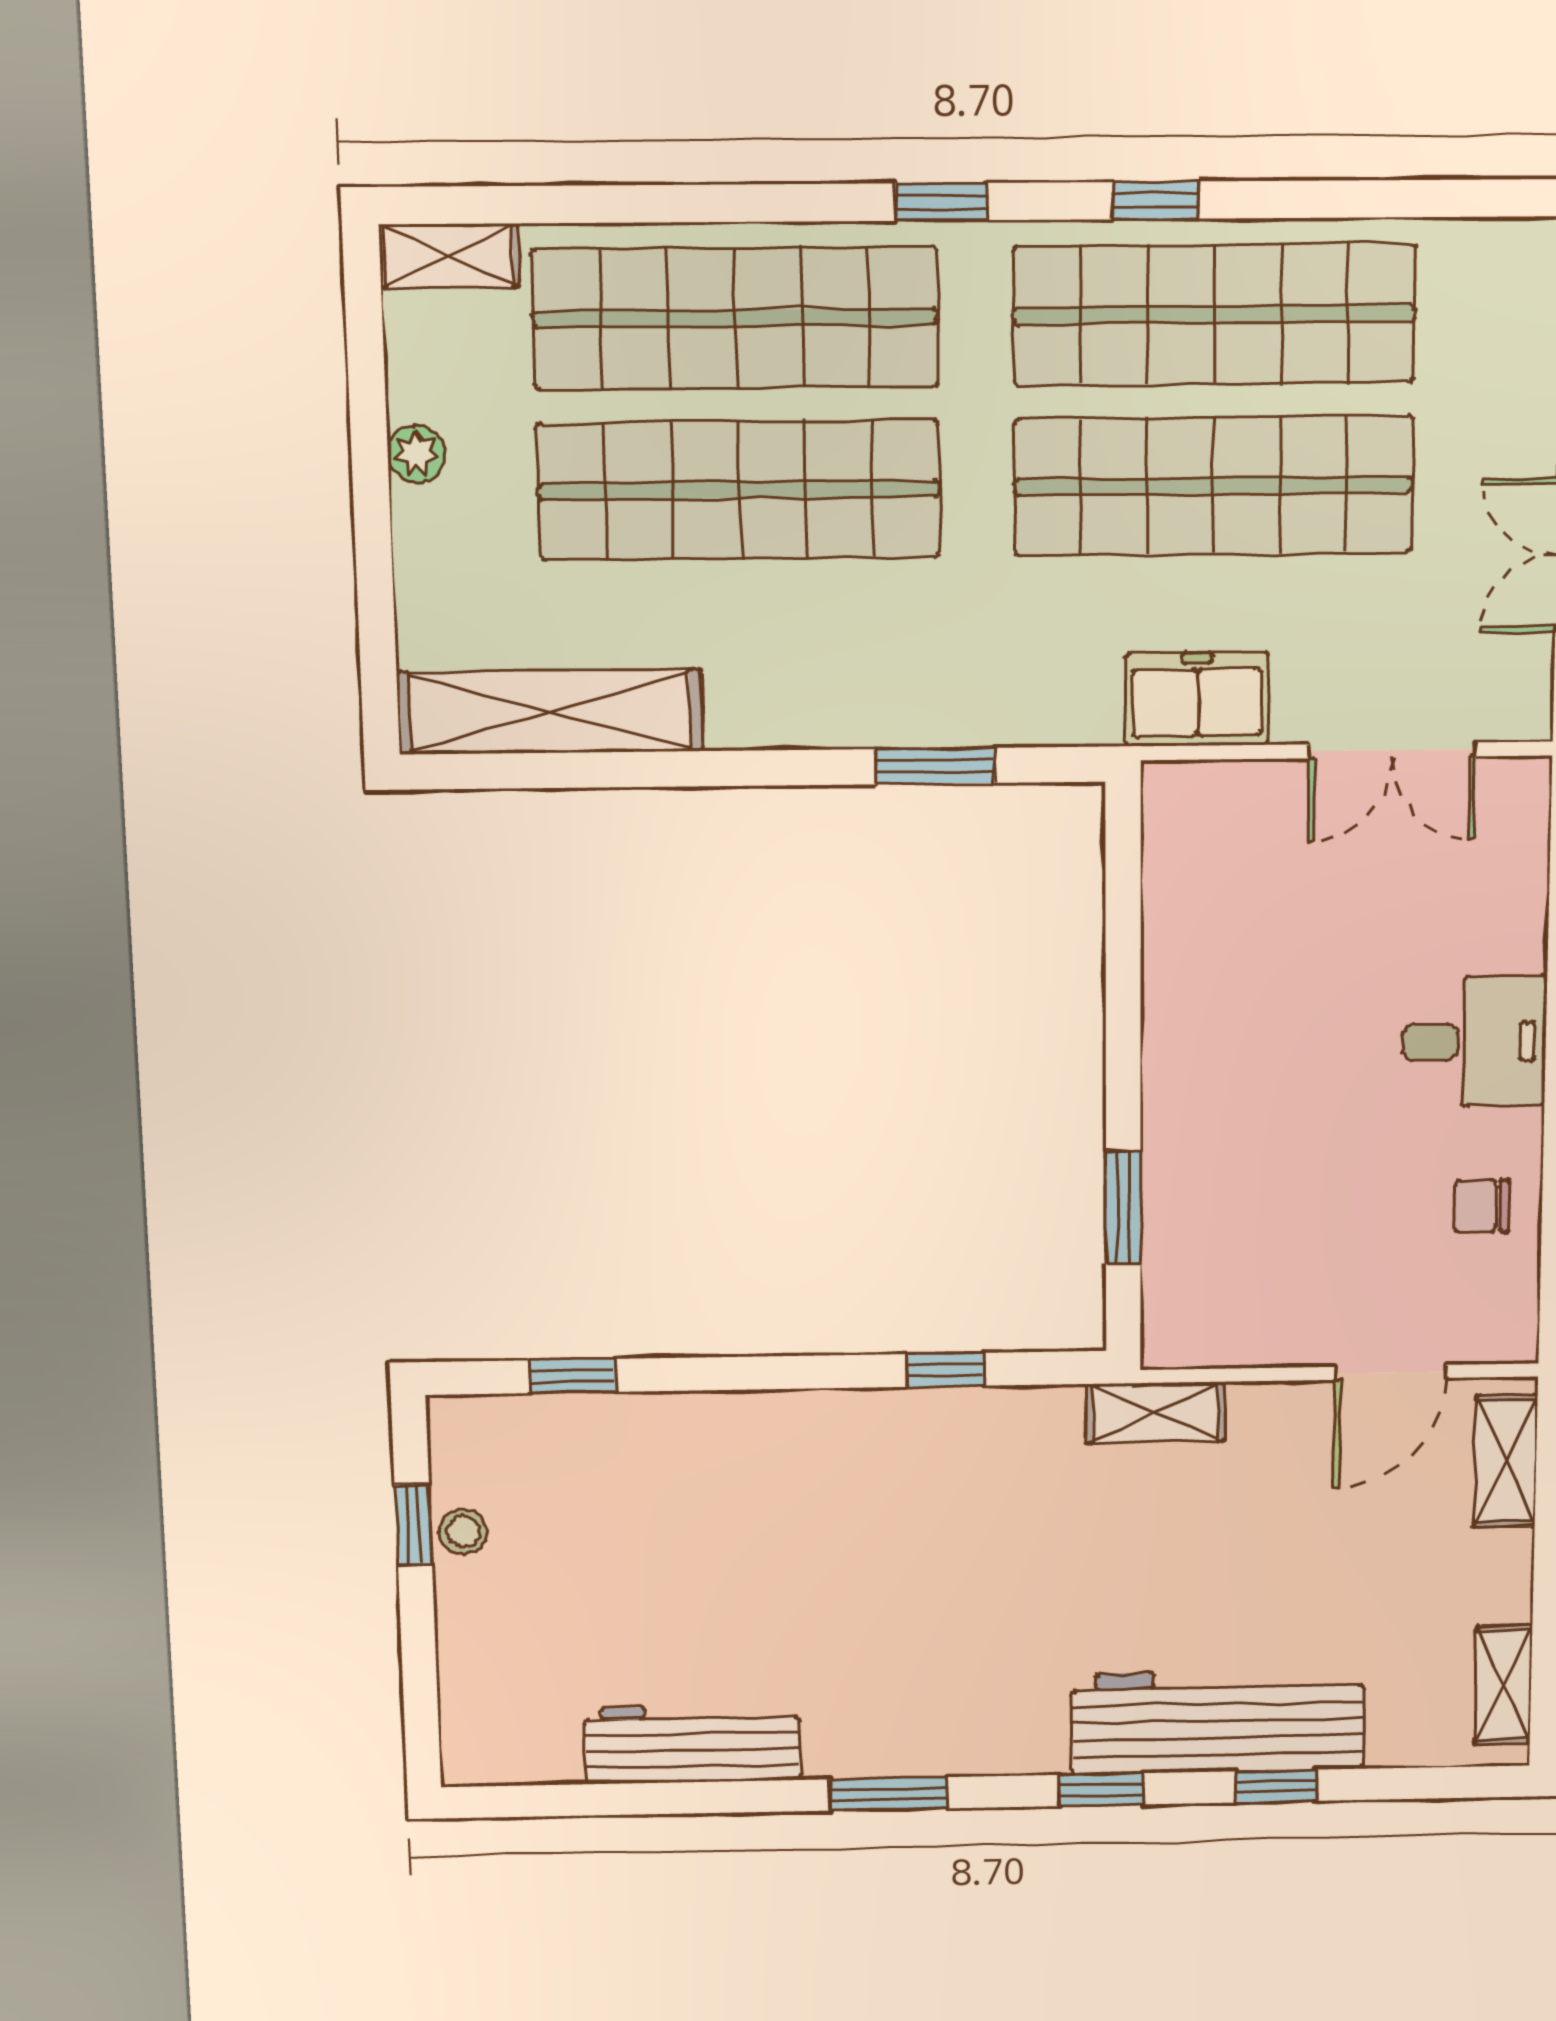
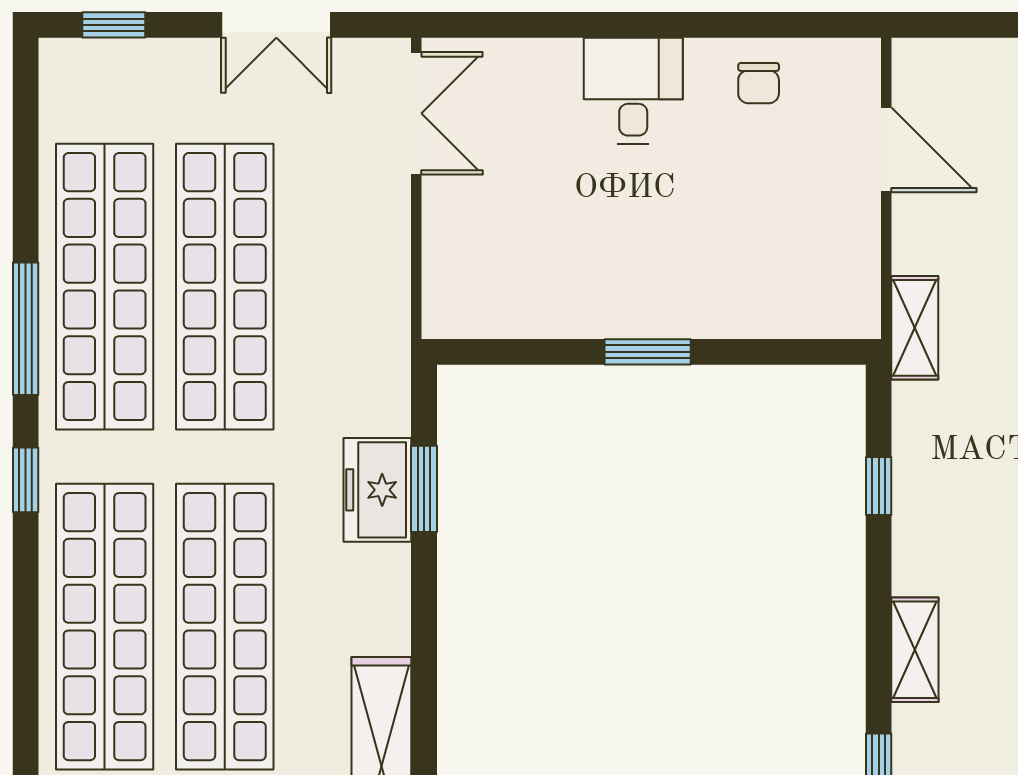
window: (1155, 200) -> (26, 329), width x2.17
freezer: (1197, 699) -> (377, 490), moved
double door: (1392, 750) -> (416, 113), moved
window: (1123, 1207) -> (648, 352), moved
shelving: (1506, 1461) -> (915, 650), moved, turned 90

